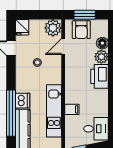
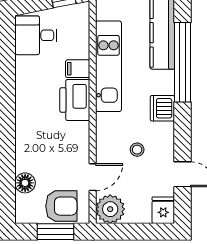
armchair: (81, 30) -> (61, 206), turned 90
plant: (101, 57) -> (27, 160), removed
printer: (100, 76) -> (75, 100), moved, turned 180
dishwasher: (23, 101) -> (162, 108), moved

